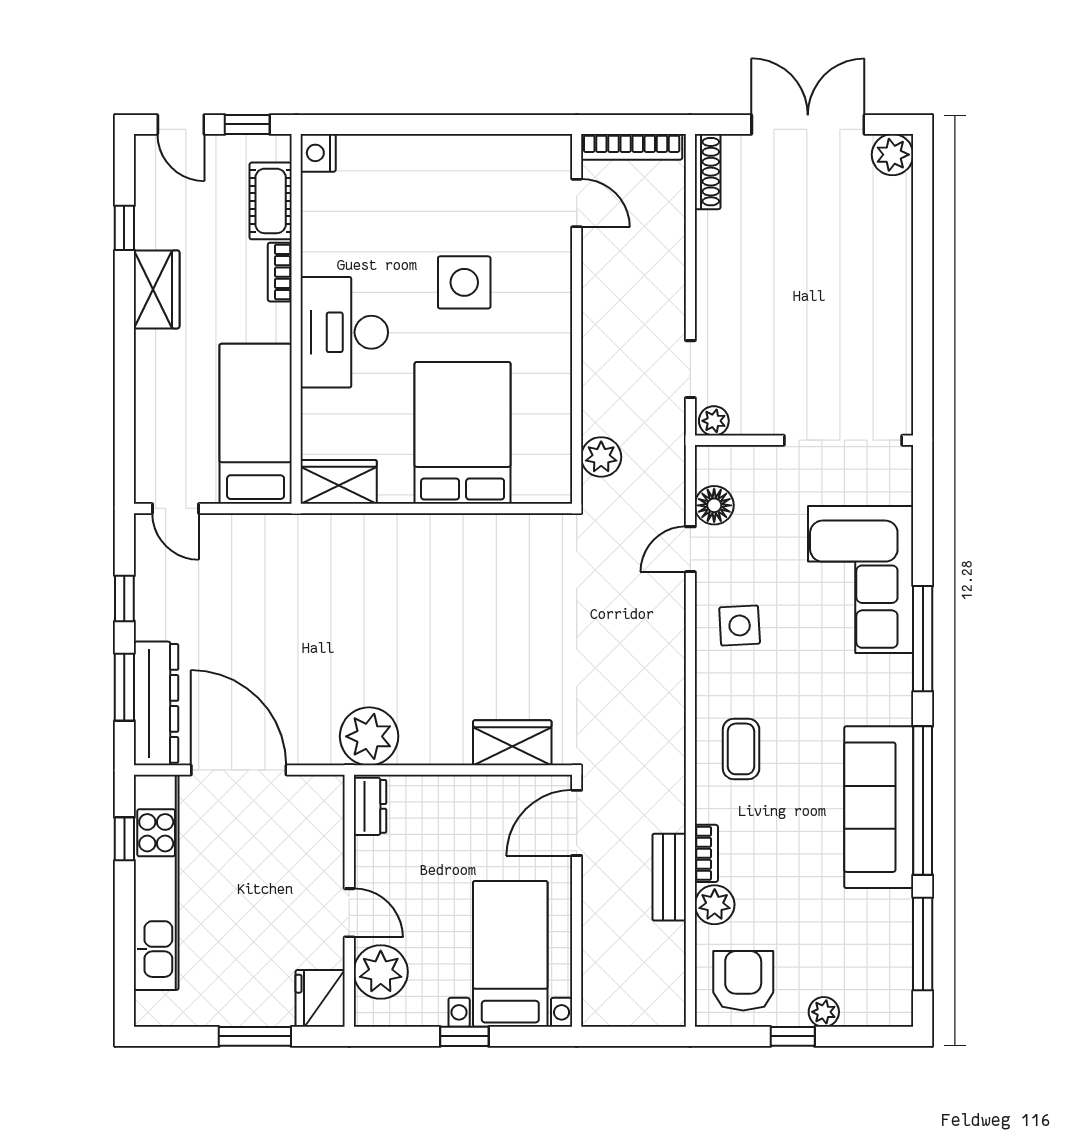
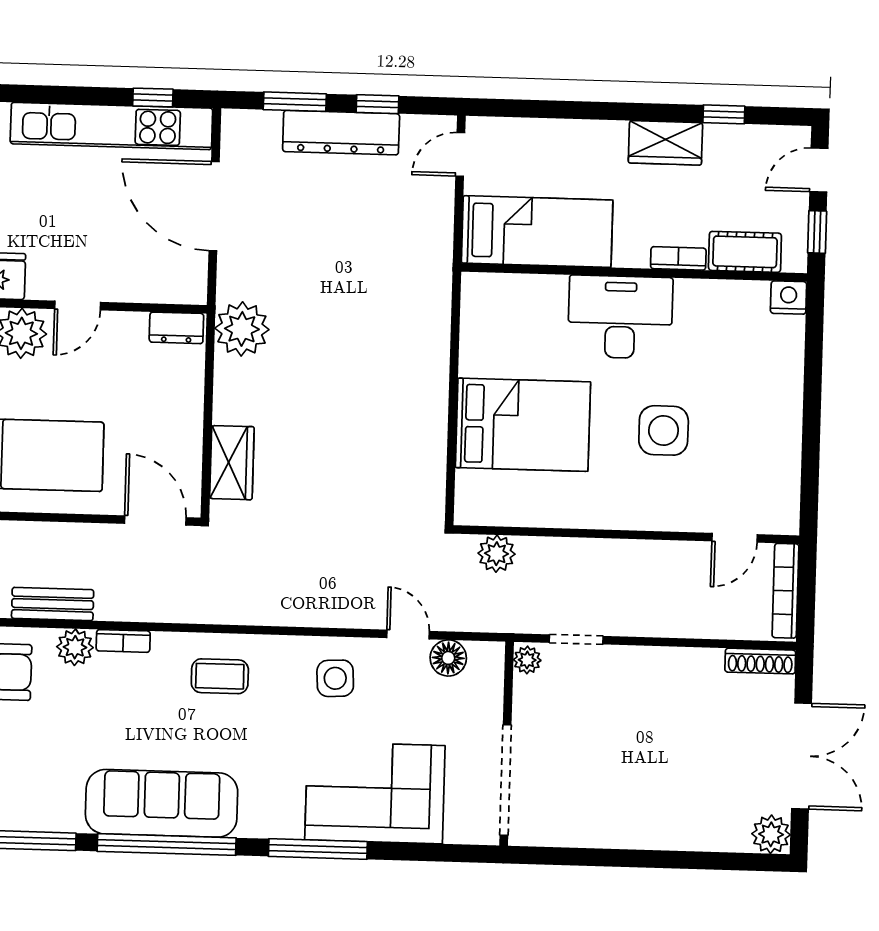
wardrobe: (339, 482) -> (481, 308), removed
dresser: (156, 703) -> (341, 133), moved
door: (239, 770) -> (214, 206), swing flipped
bench: (669, 877) -> (53, 604), moved

